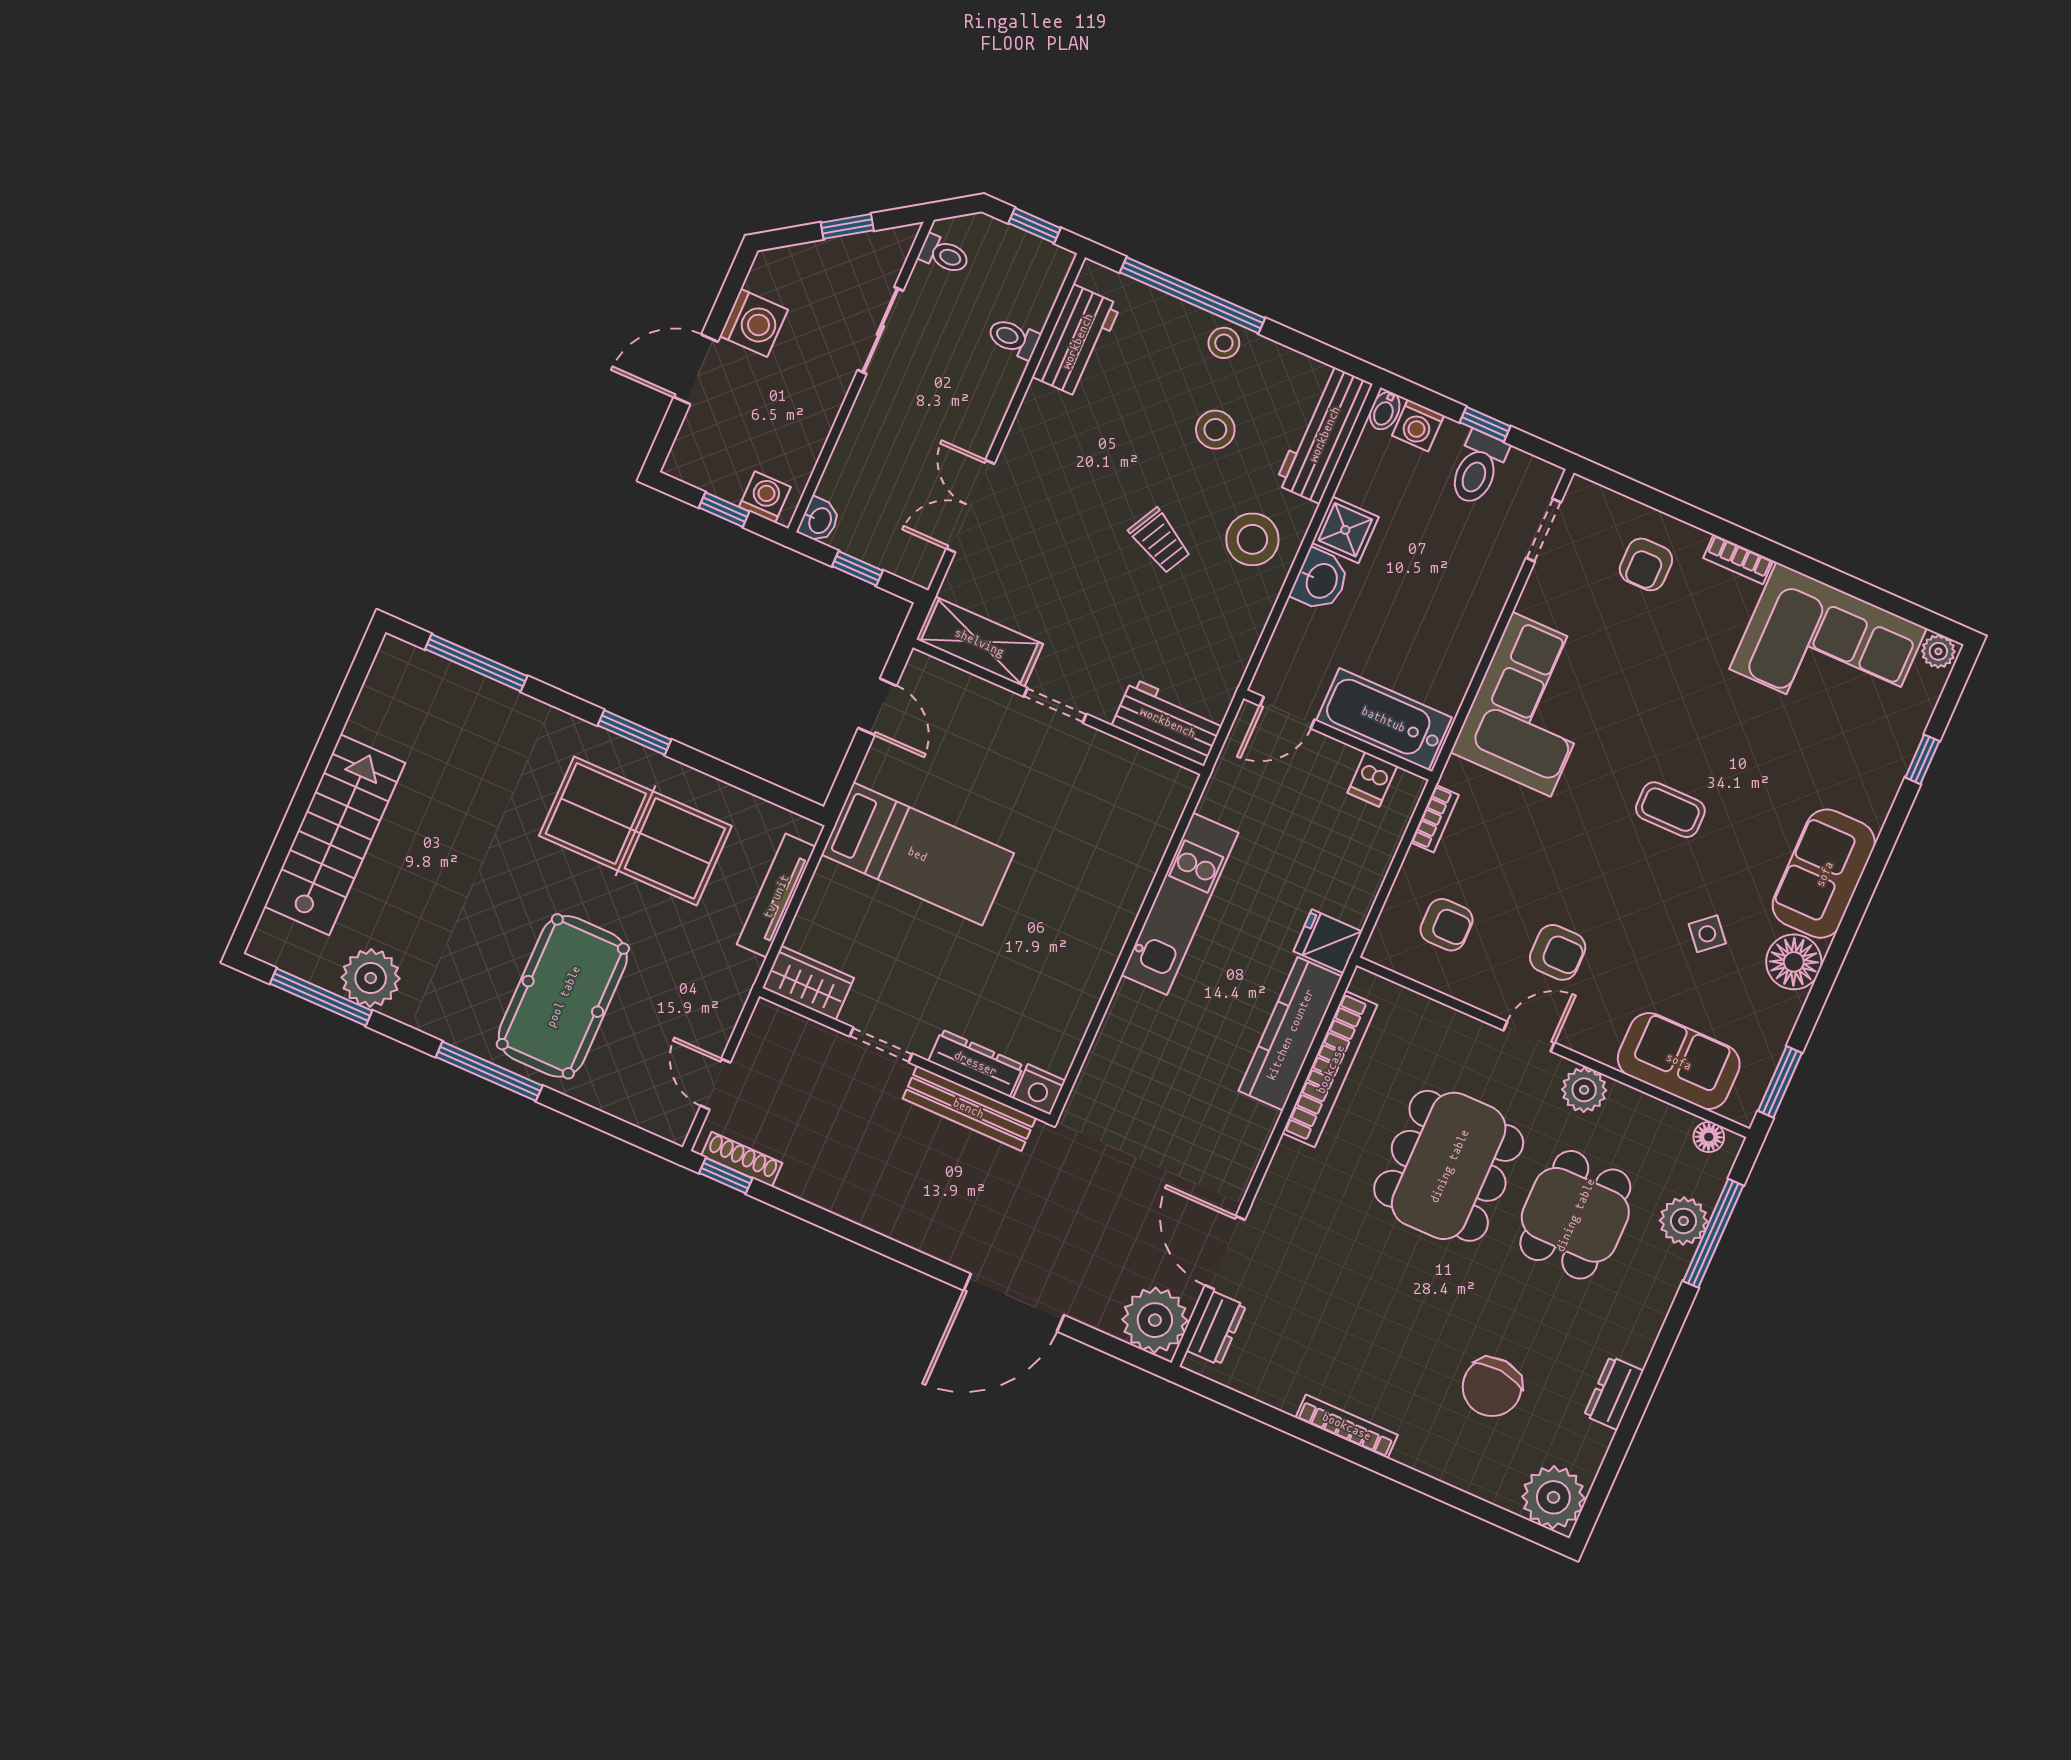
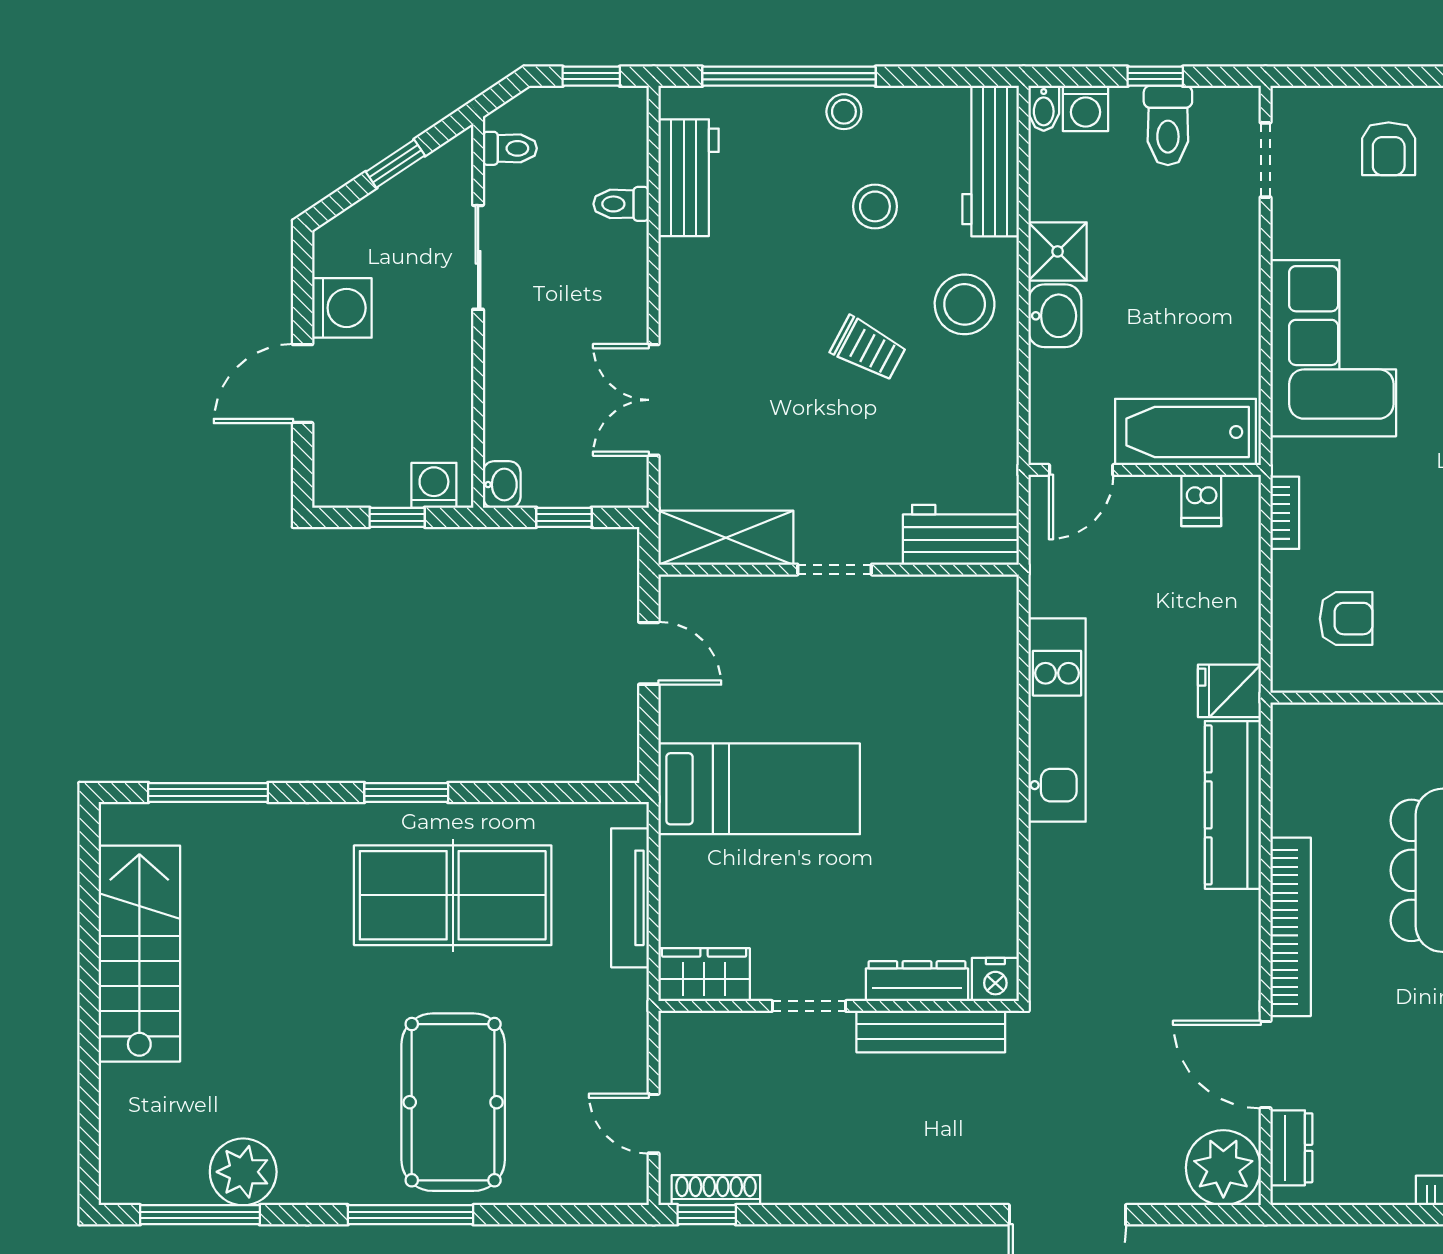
stairs: (335, 835) -> (139, 954), moved
bookcase: (1330, 1069) -> (1291, 927), moved

